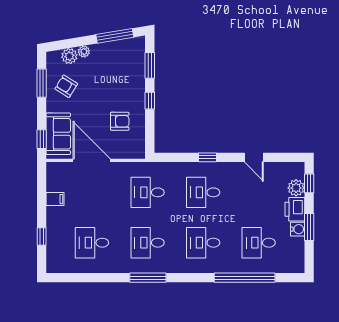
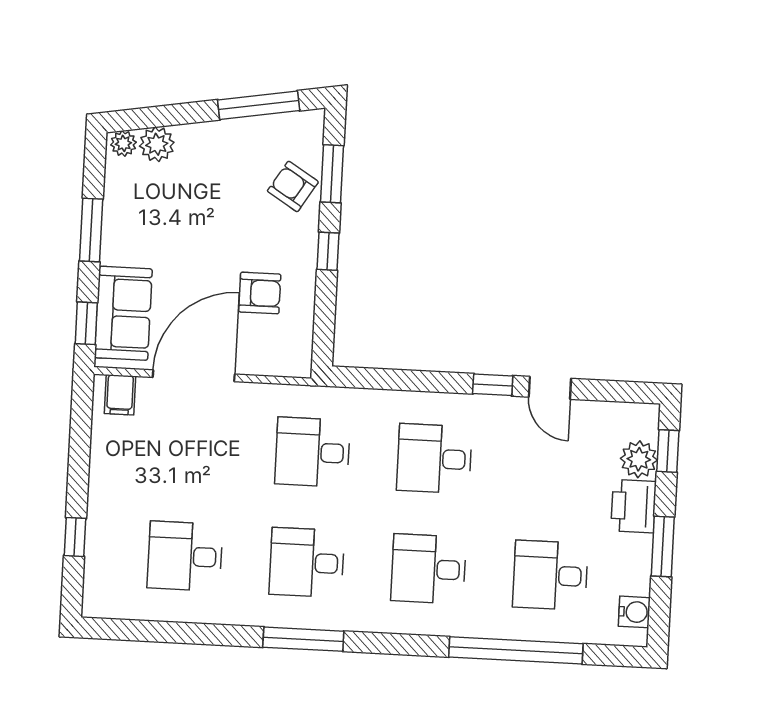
plant: (84, 52) -> (123, 143), moved
window: (42, 83) -> (91, 230), moved
armchair: (66, 86) -> (293, 186), moved
window: (208, 157) -> (493, 385), moved
door: (92, 160) -> (194, 376), hinge flipped
filing cabinet: (55, 199) -> (120, 395), moved, turned 90
water cooler: (298, 229) -> (634, 612), moved

